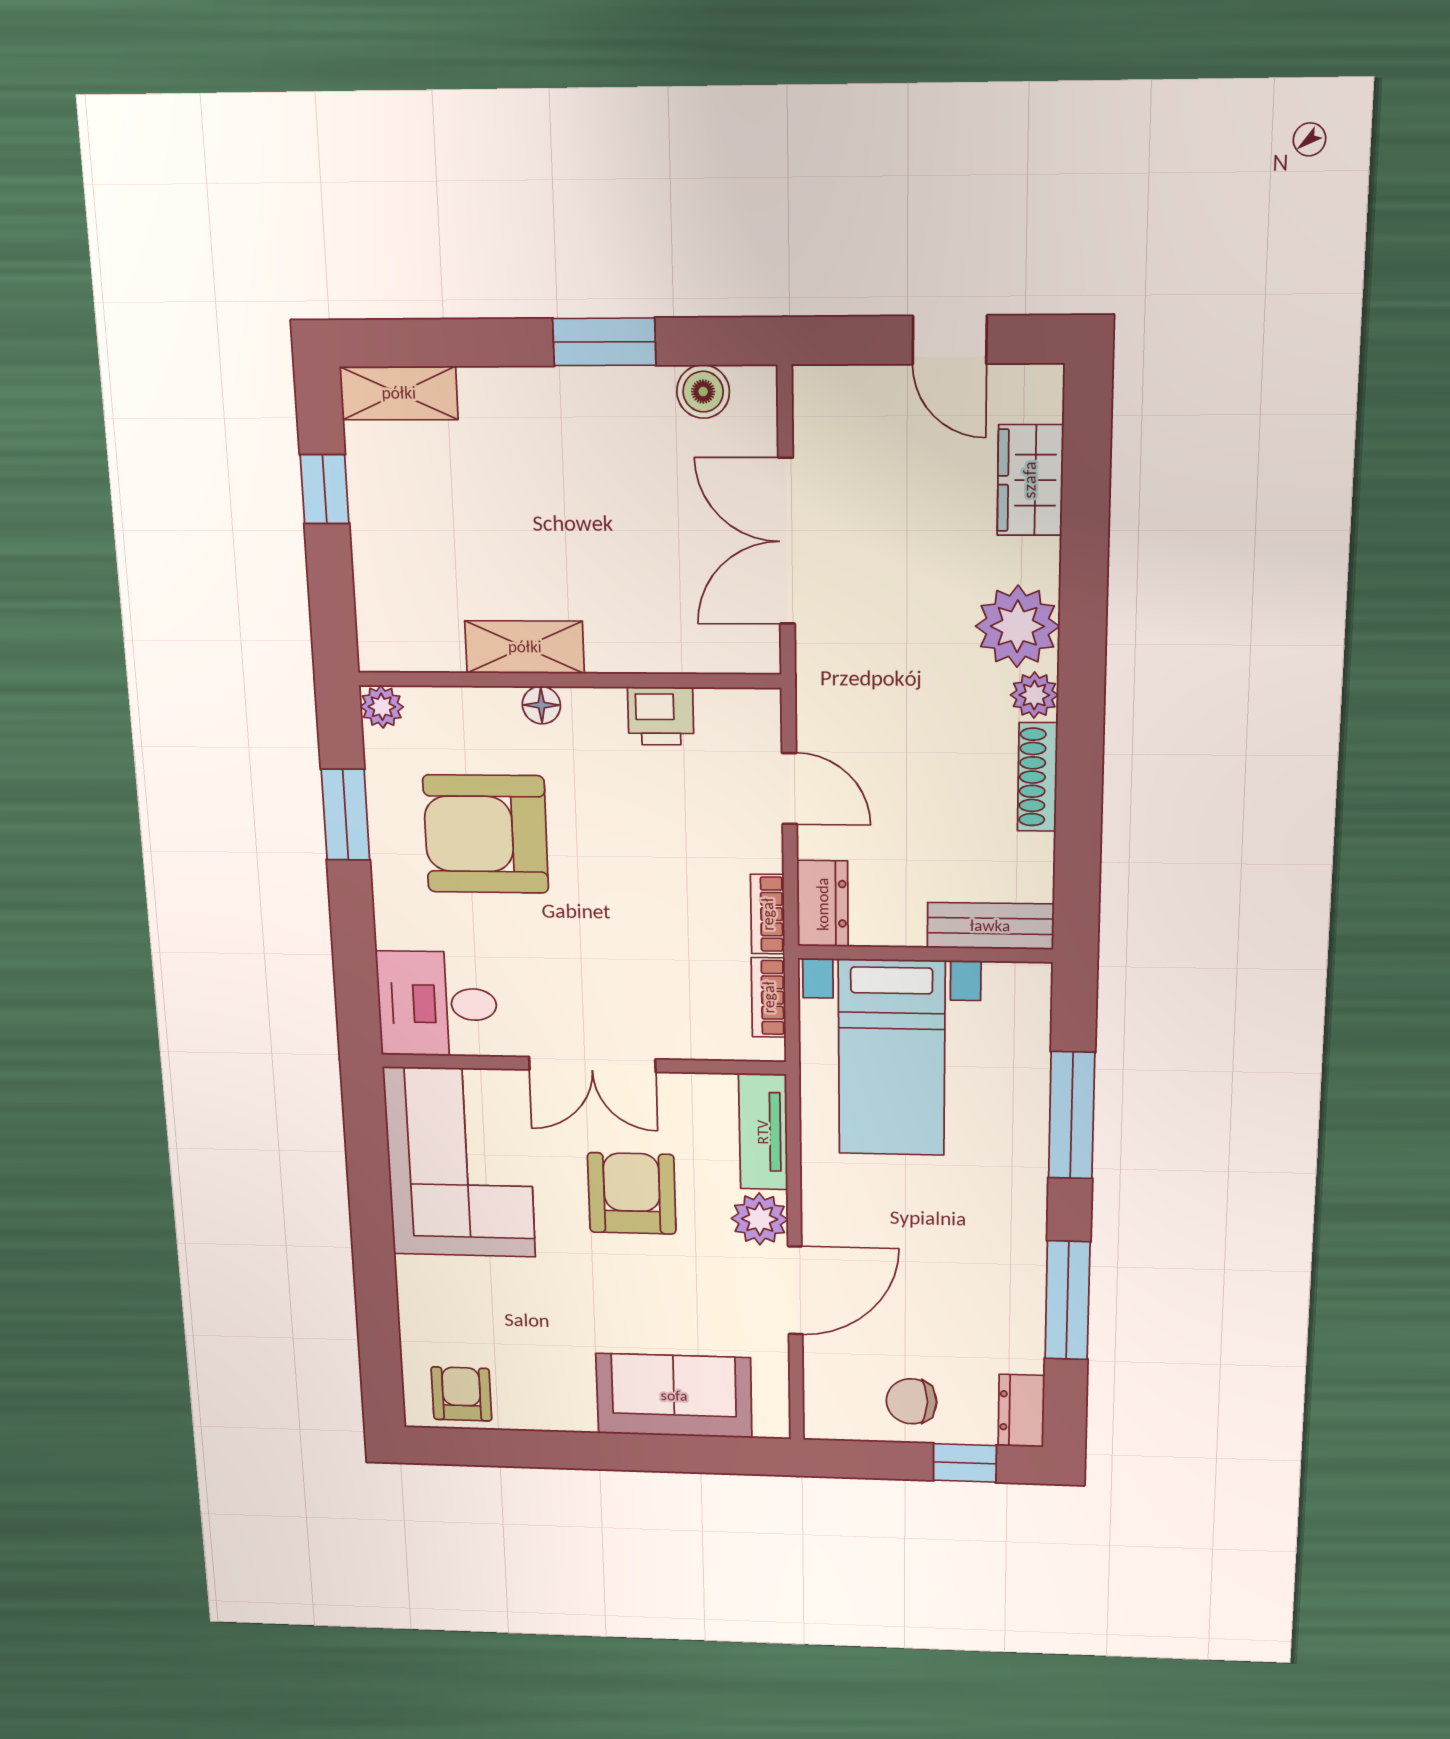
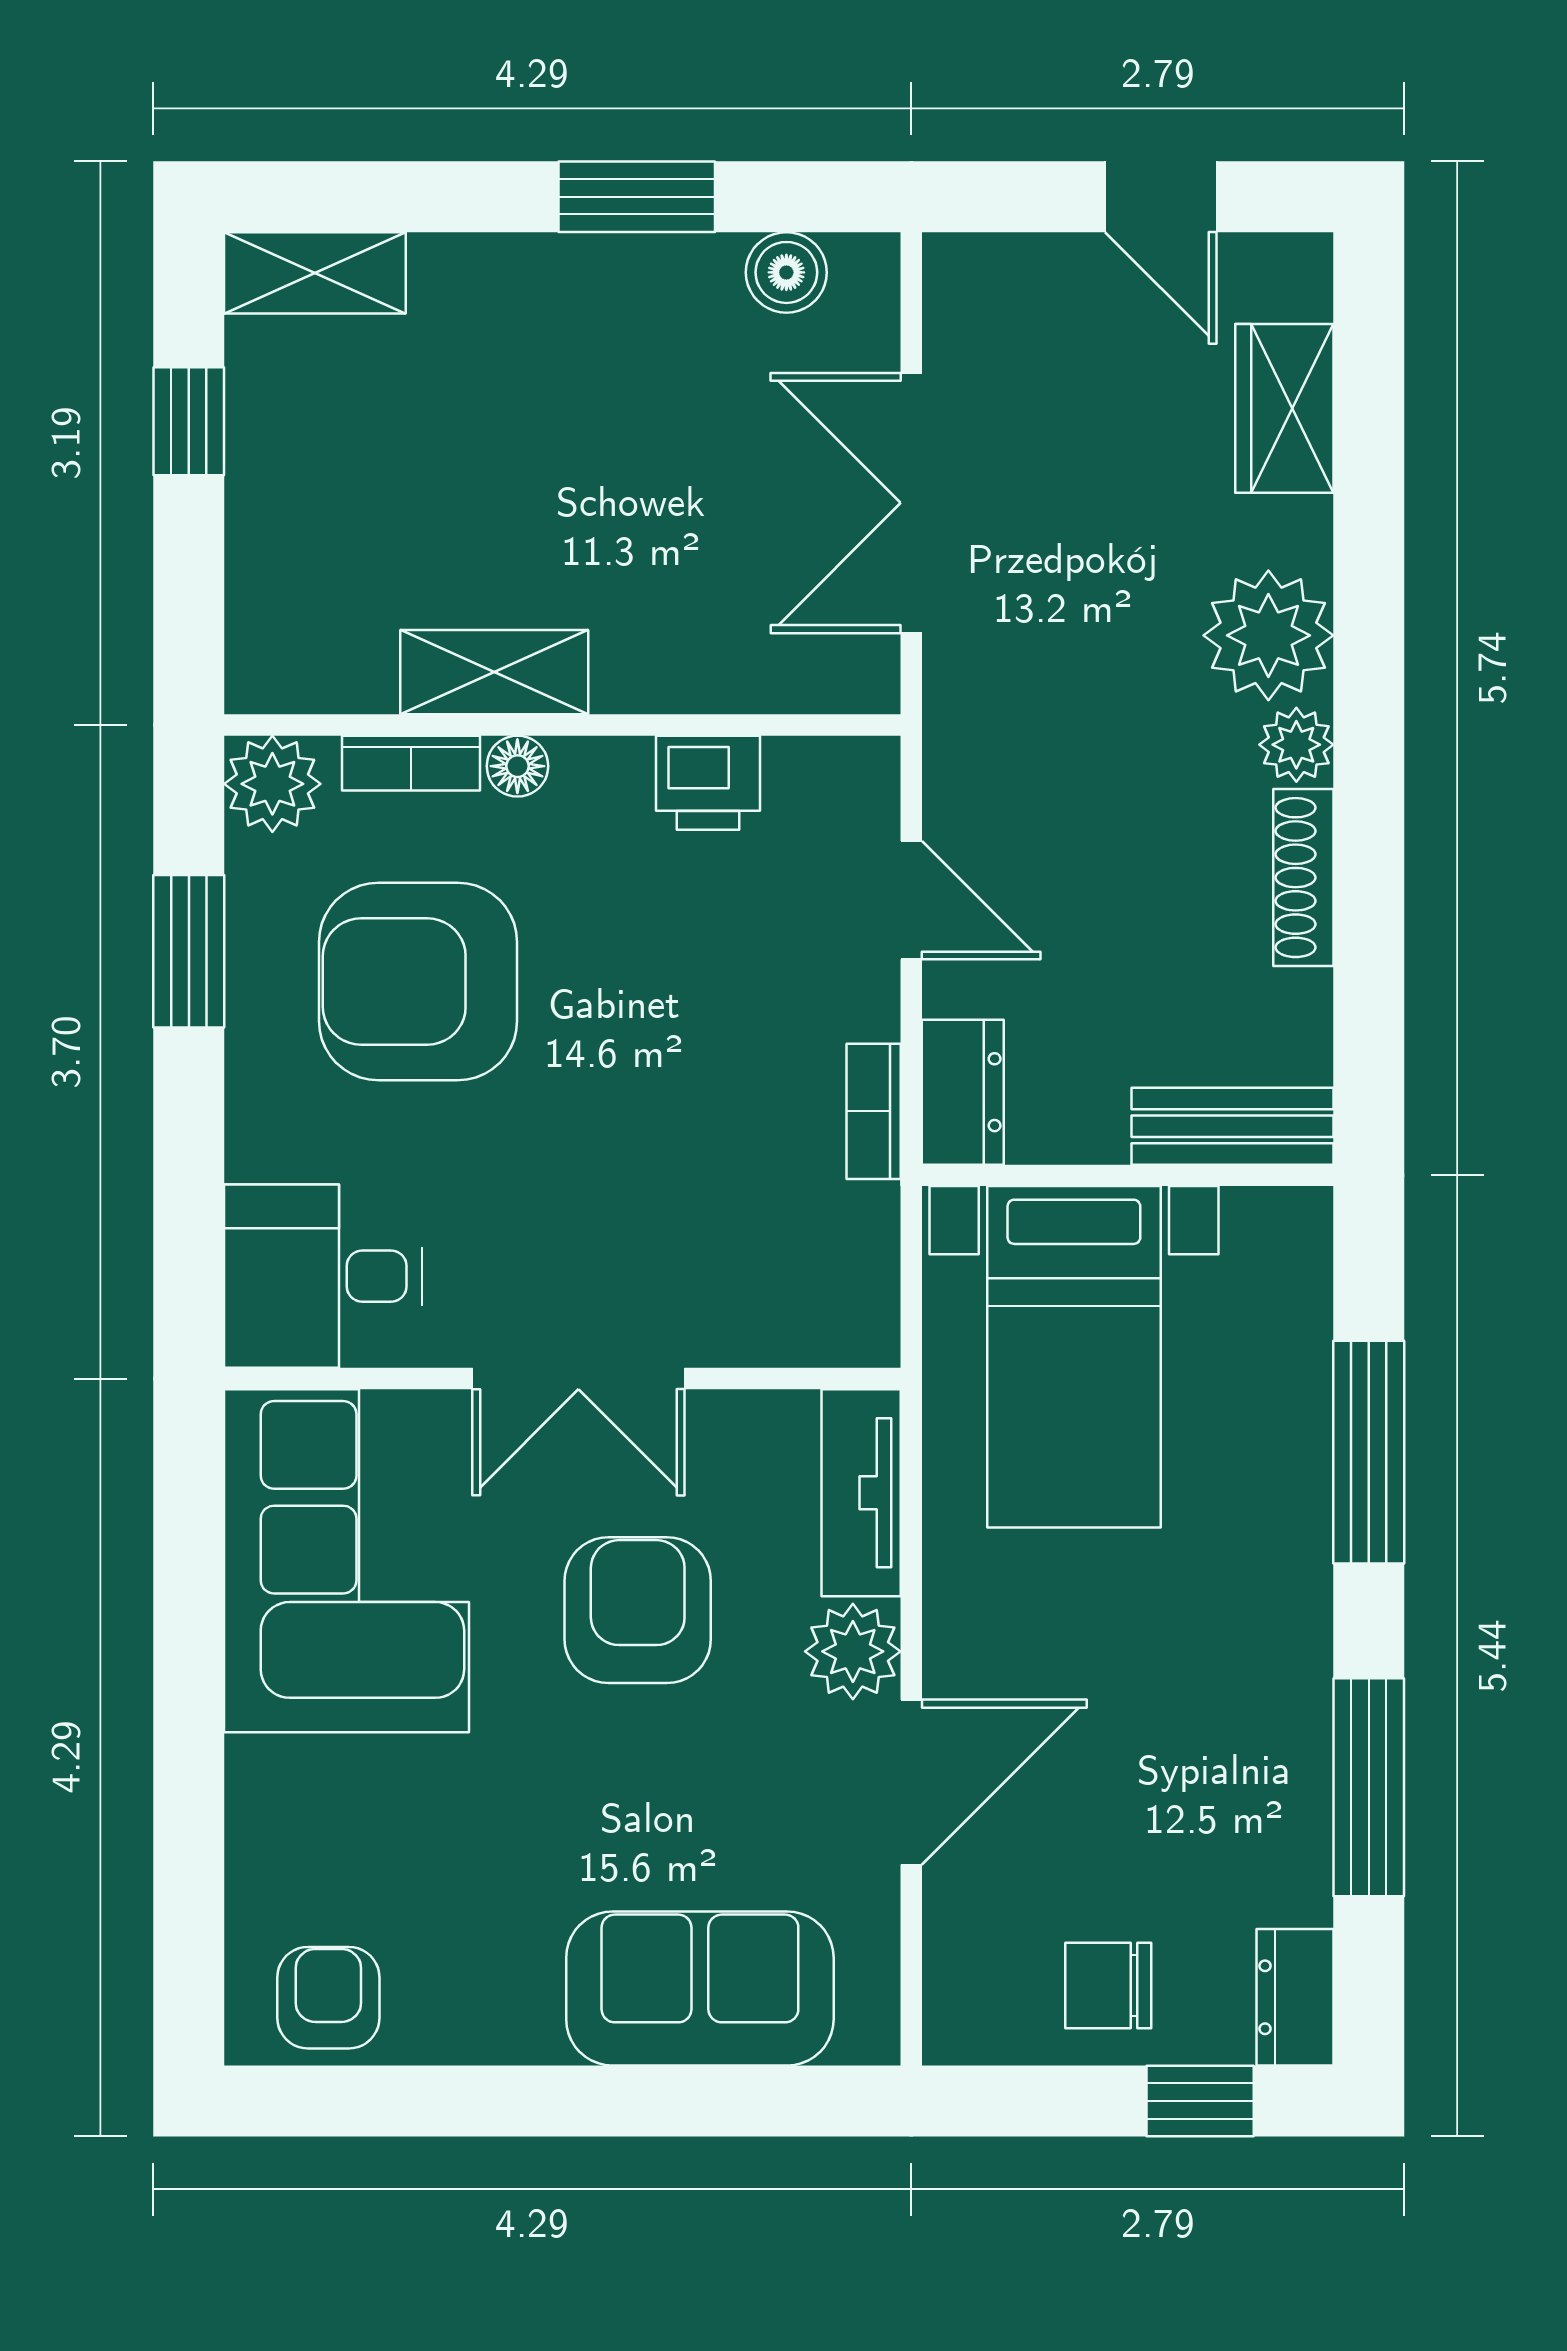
plant: (382, 707) -> (272, 784), width x1.38, depth x1.38
bookcase: (769, 997) -> (411, 763), moved, turned -90

